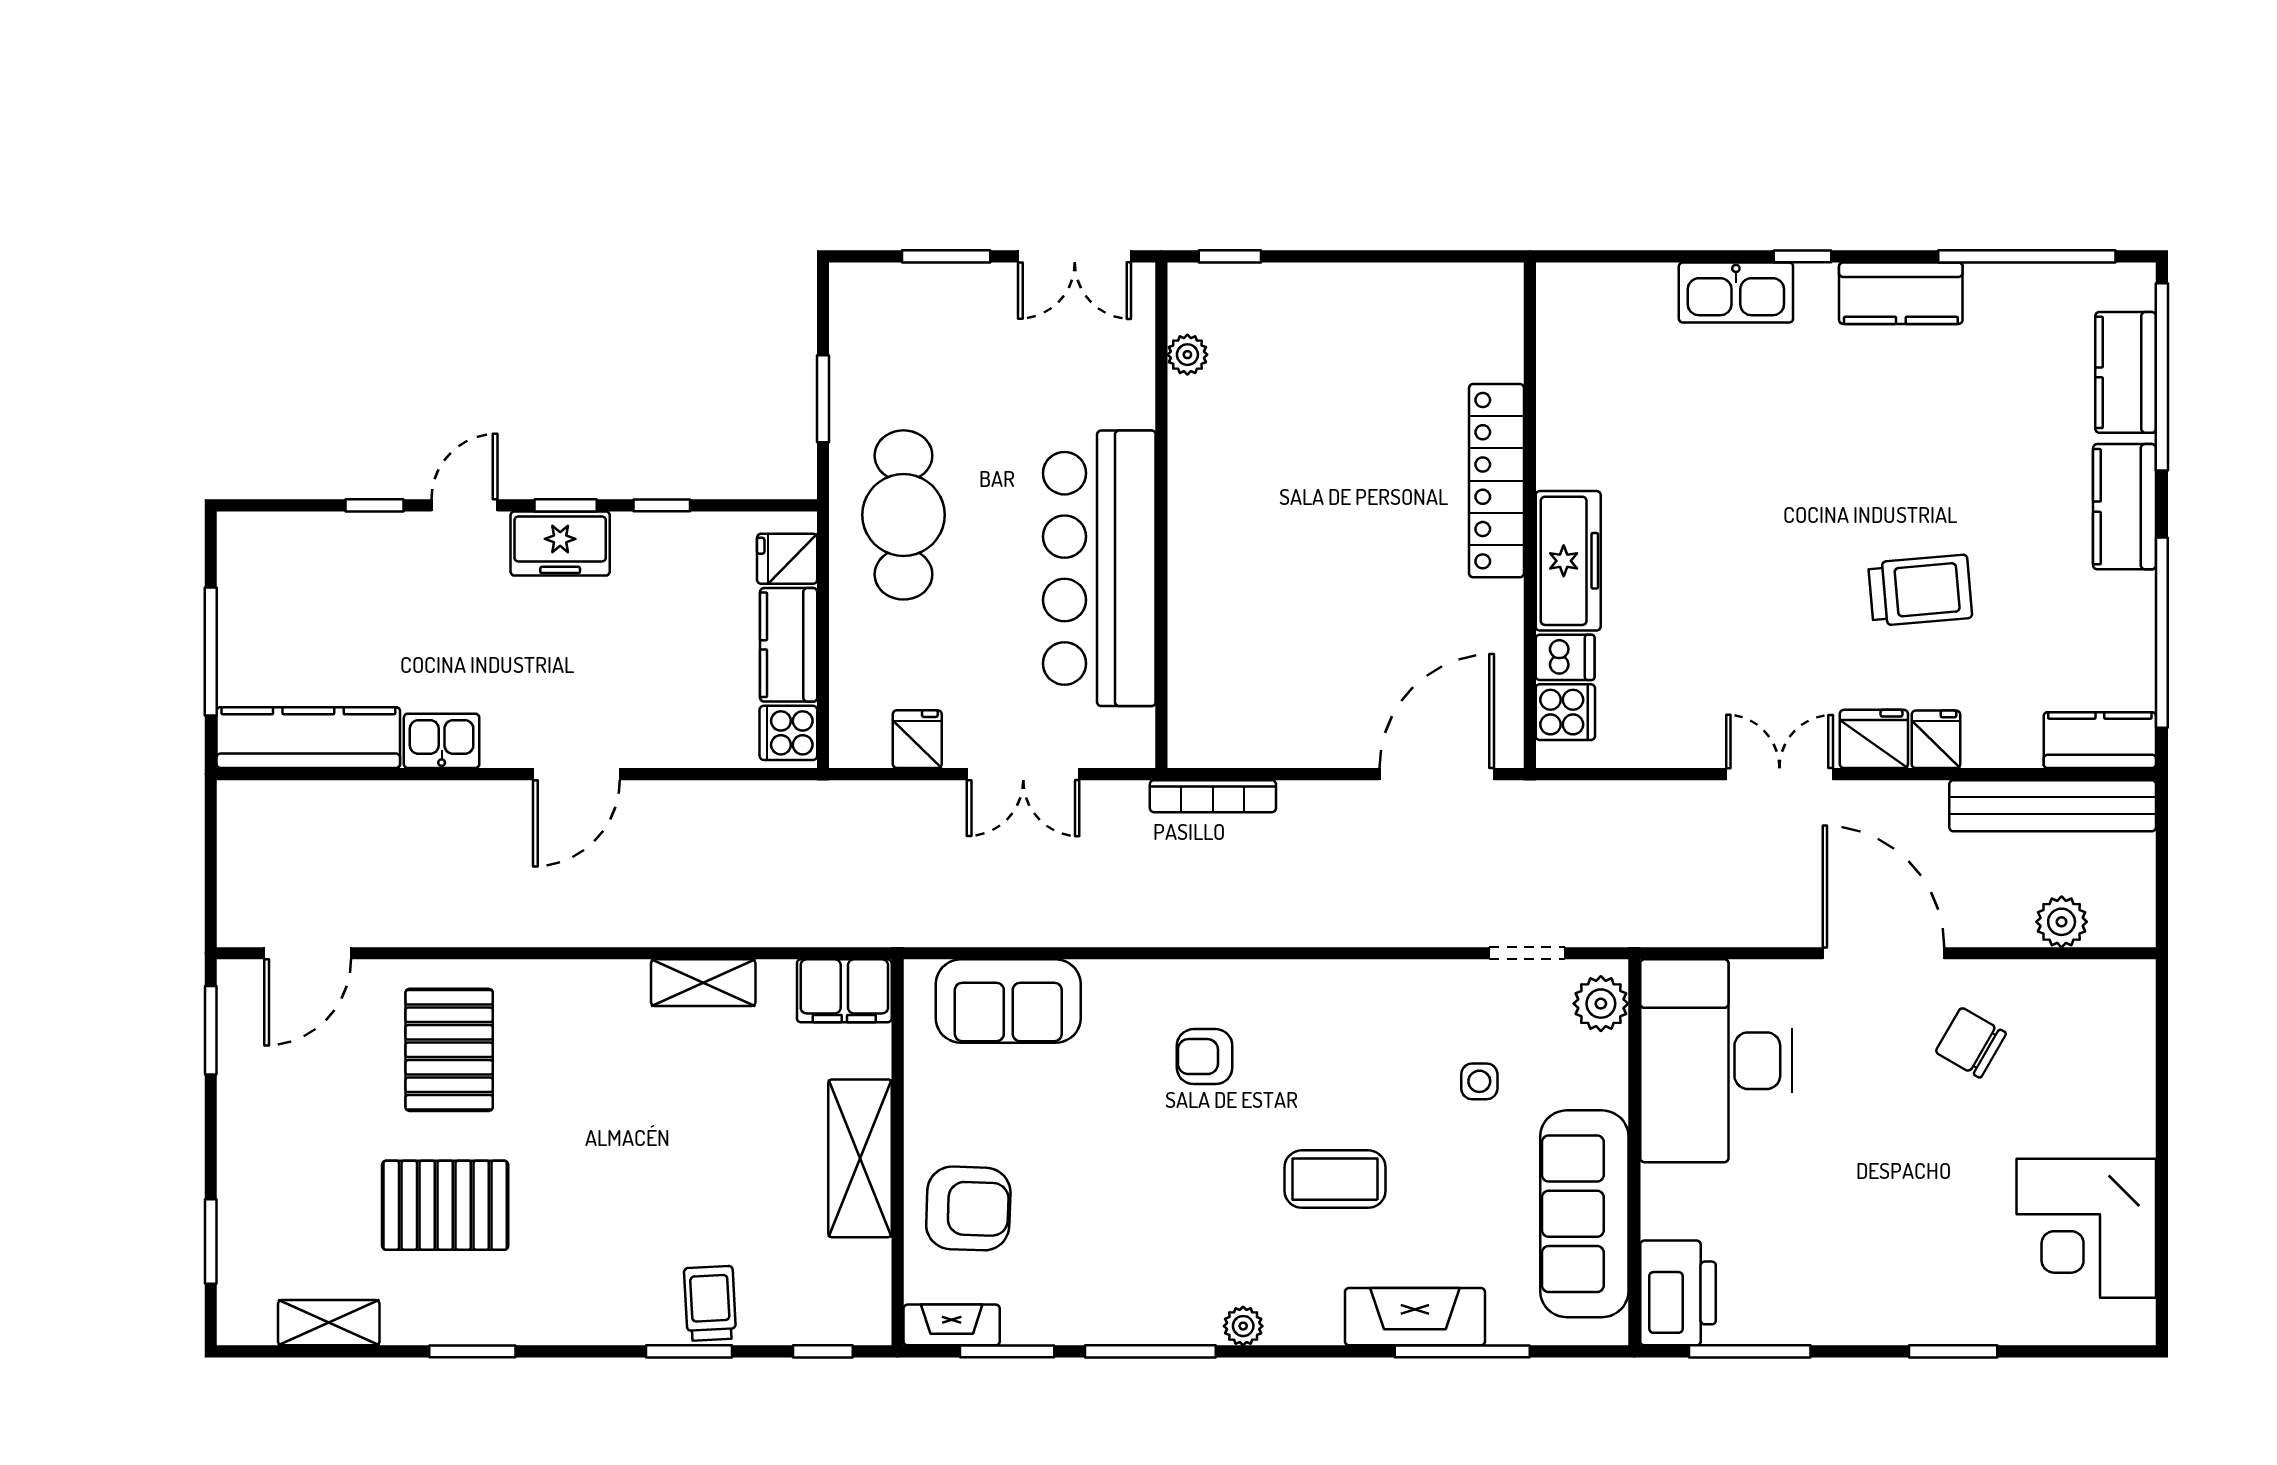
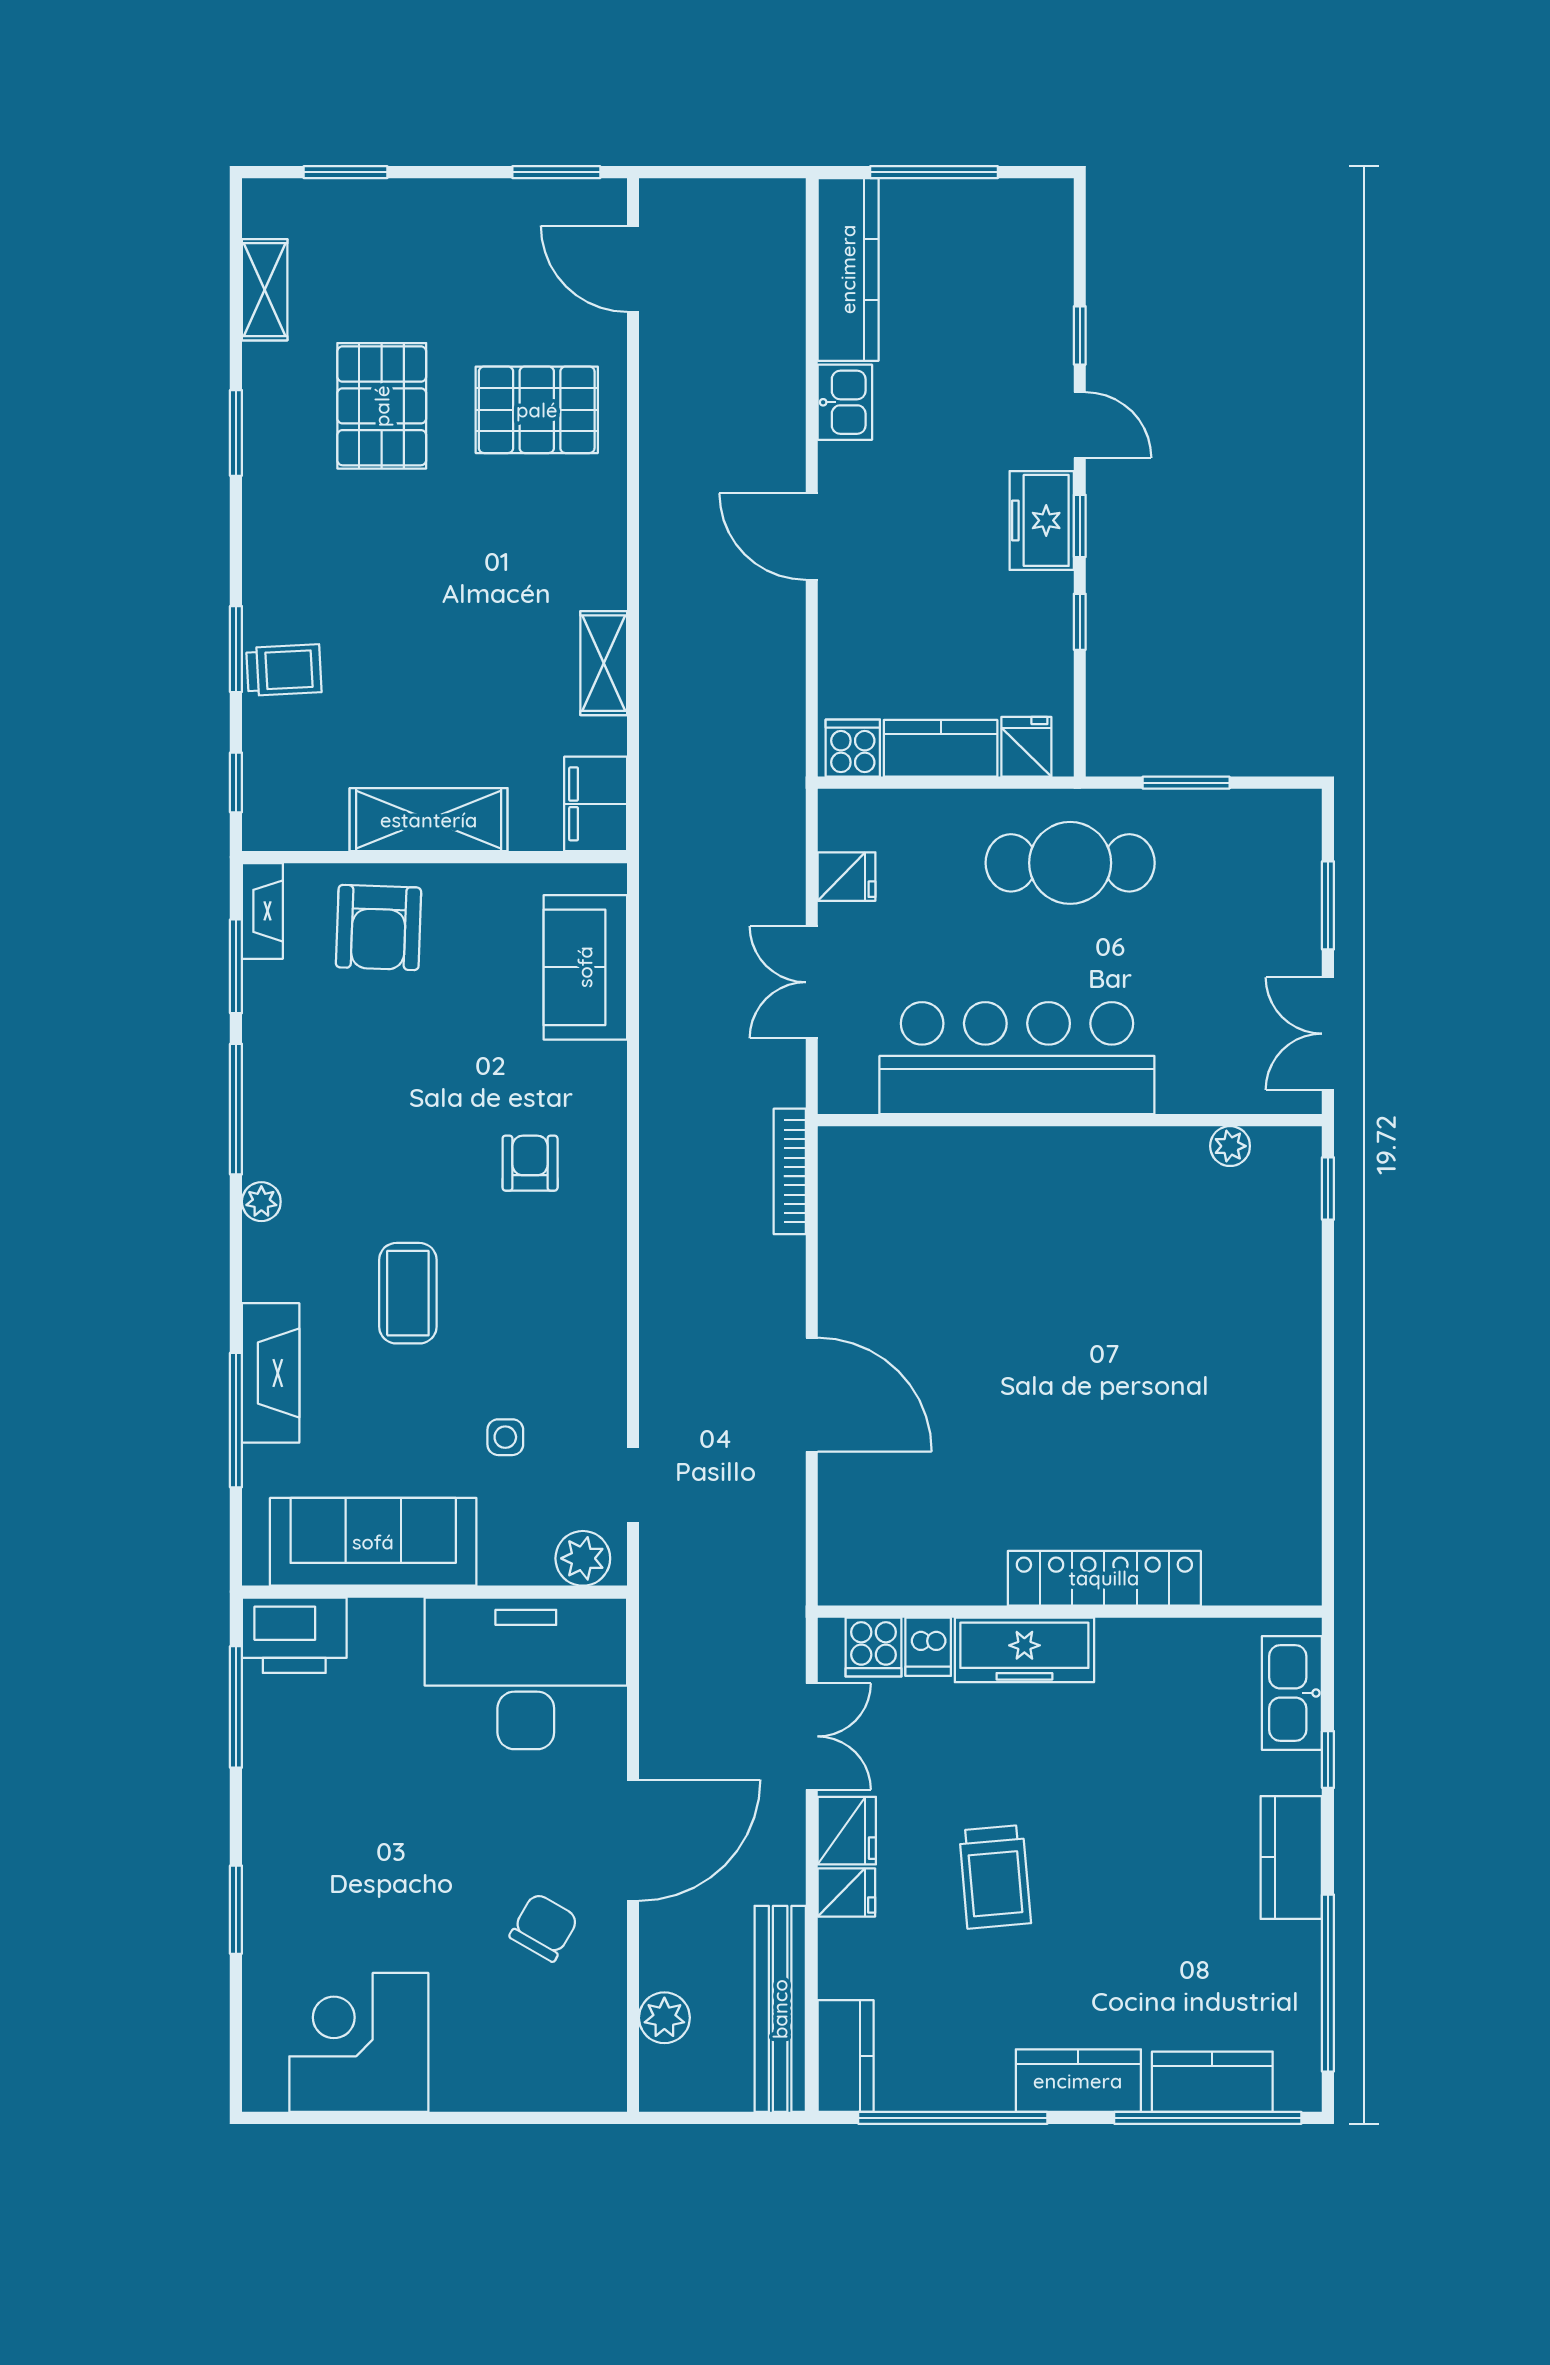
locker: (1496, 481) -> (1104, 1578), moved
wall: (1530, 515) -> (1070, 1612), moved
freezer: (1568, 561) -> (1024, 1650), moved
dishwasher: (1565, 657) -> (928, 1647), moved
cooker: (1565, 712) -> (874, 1647), moved

